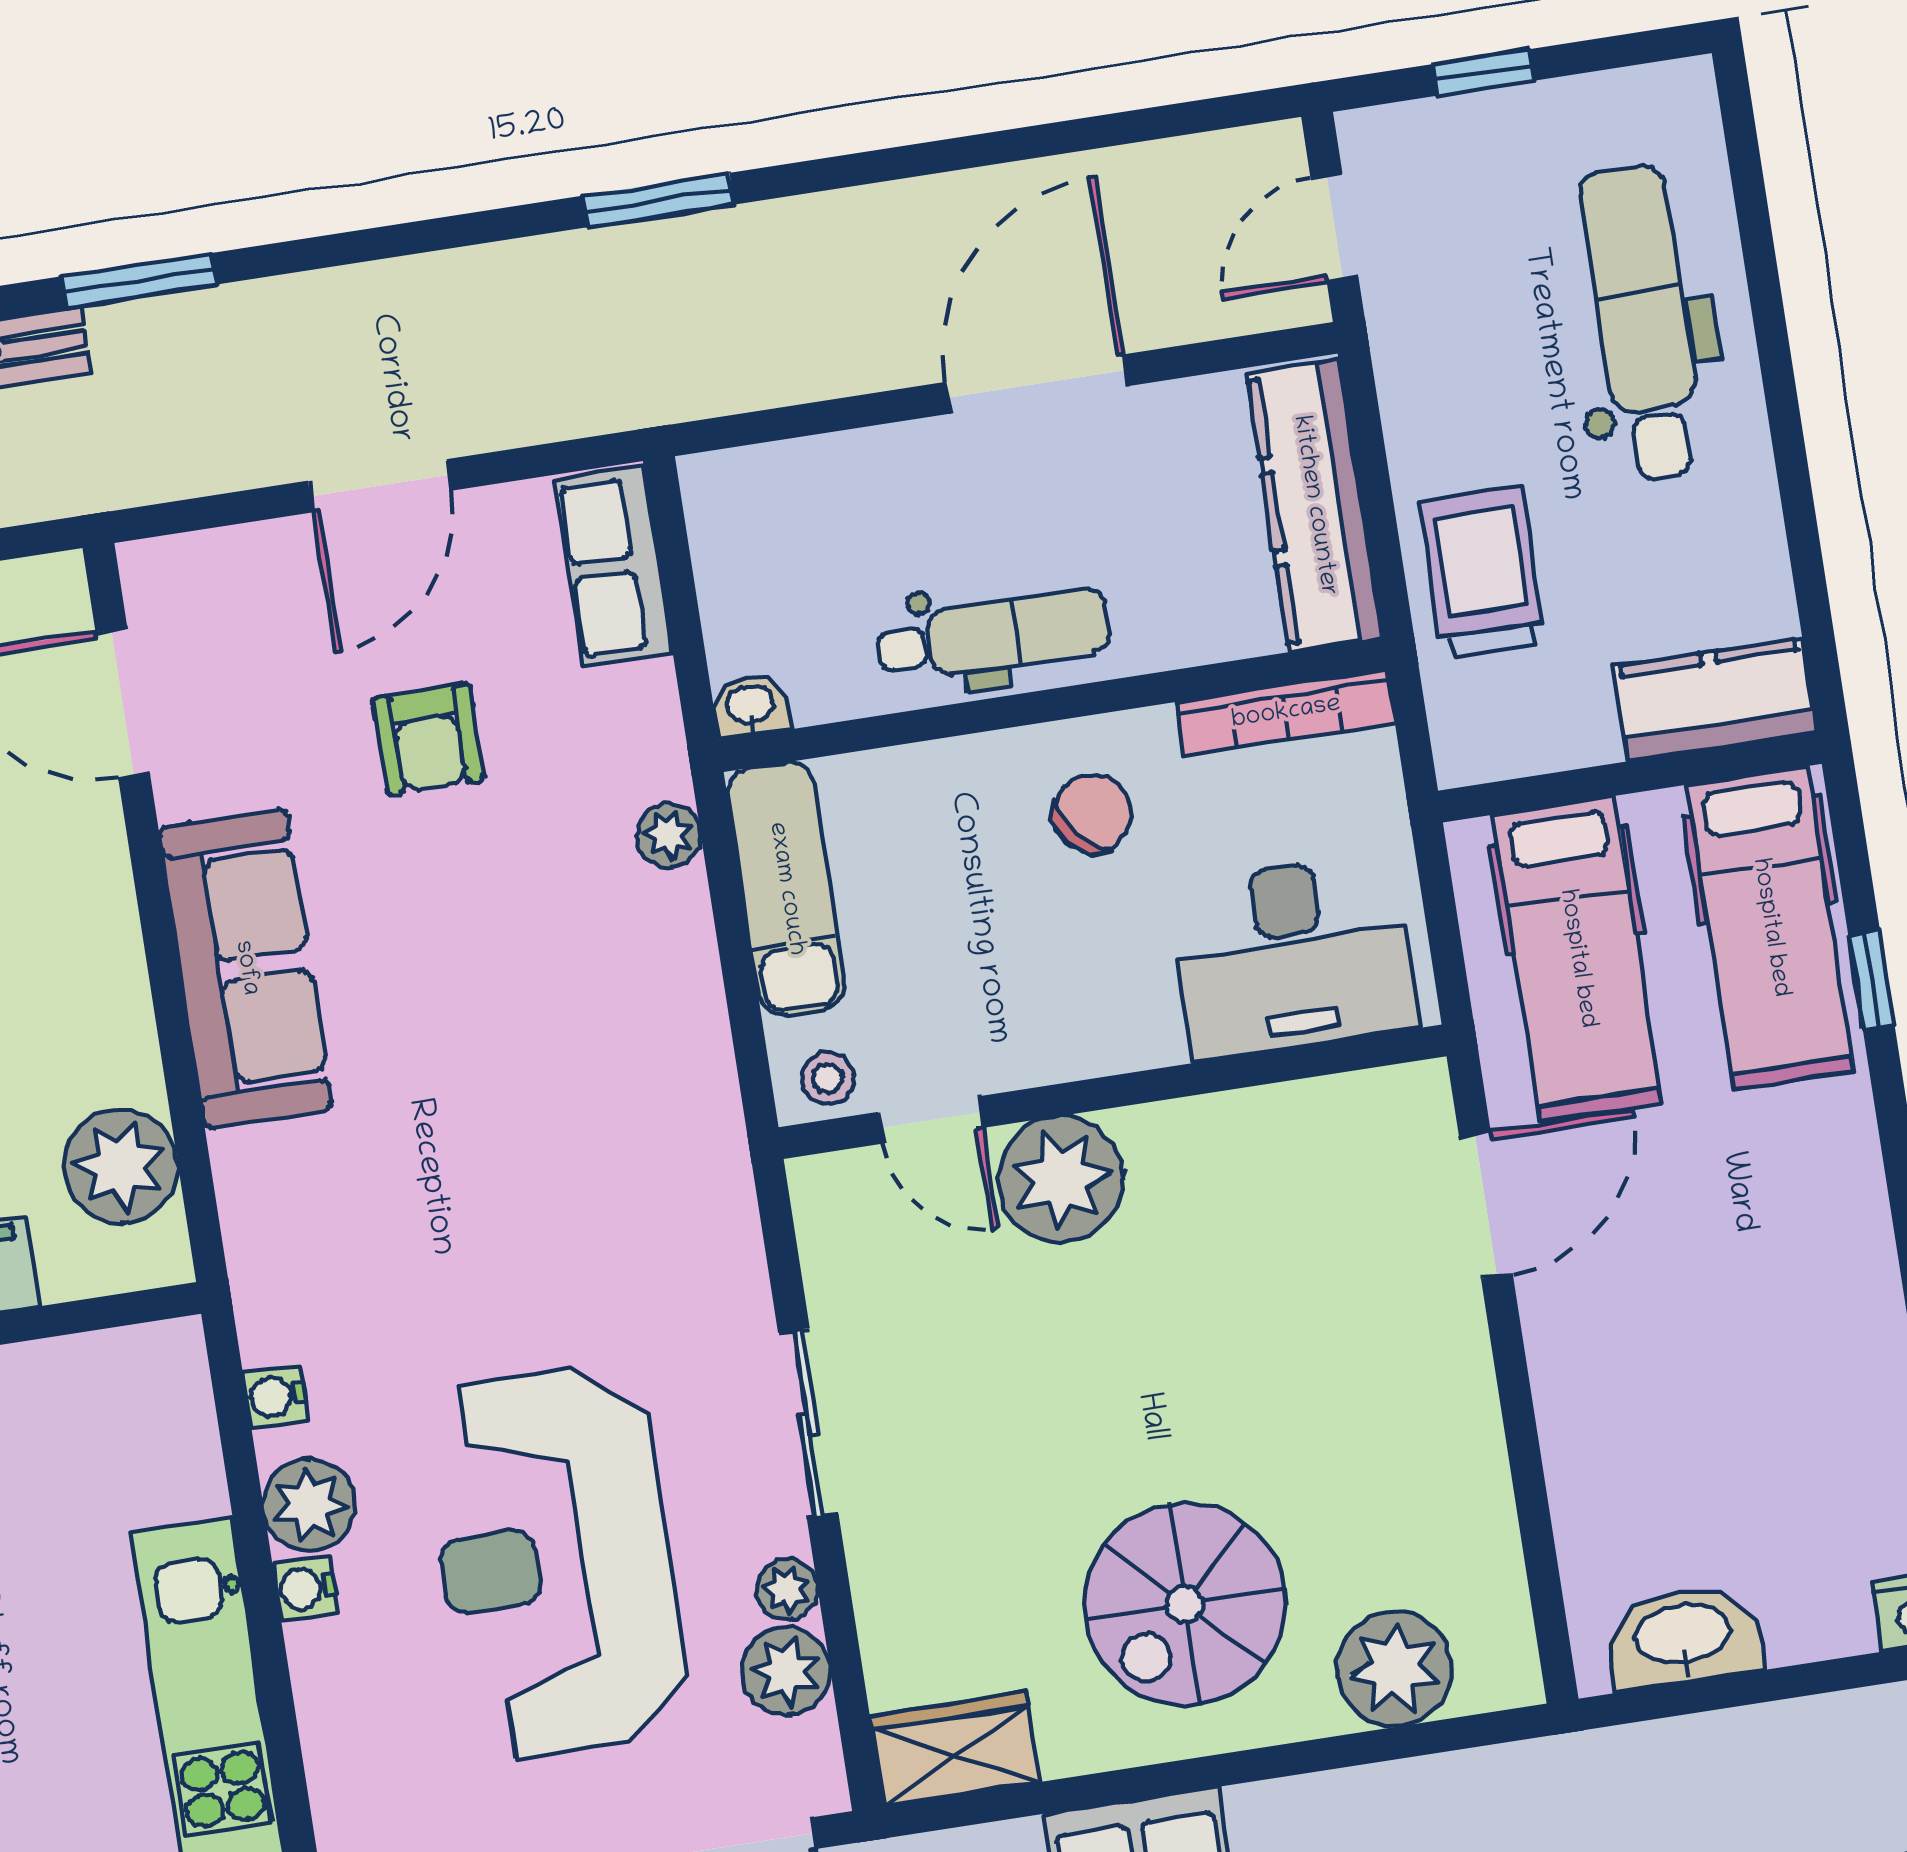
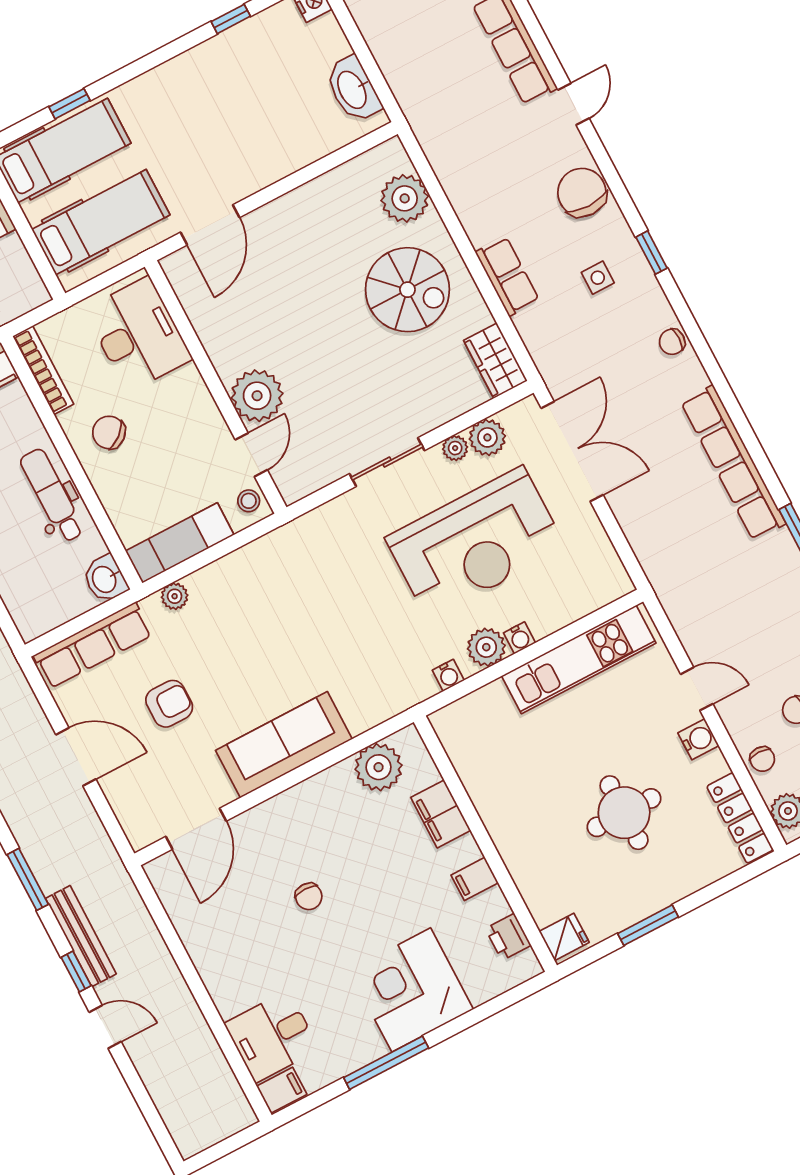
row of seats: (614, 566) -> (93, 645), width x1.48
washbasin: (750, 706) -> (105, 579), width x1.38, depth x1.45
door: (1486, 1205) -> (210, 225), swing flipped

